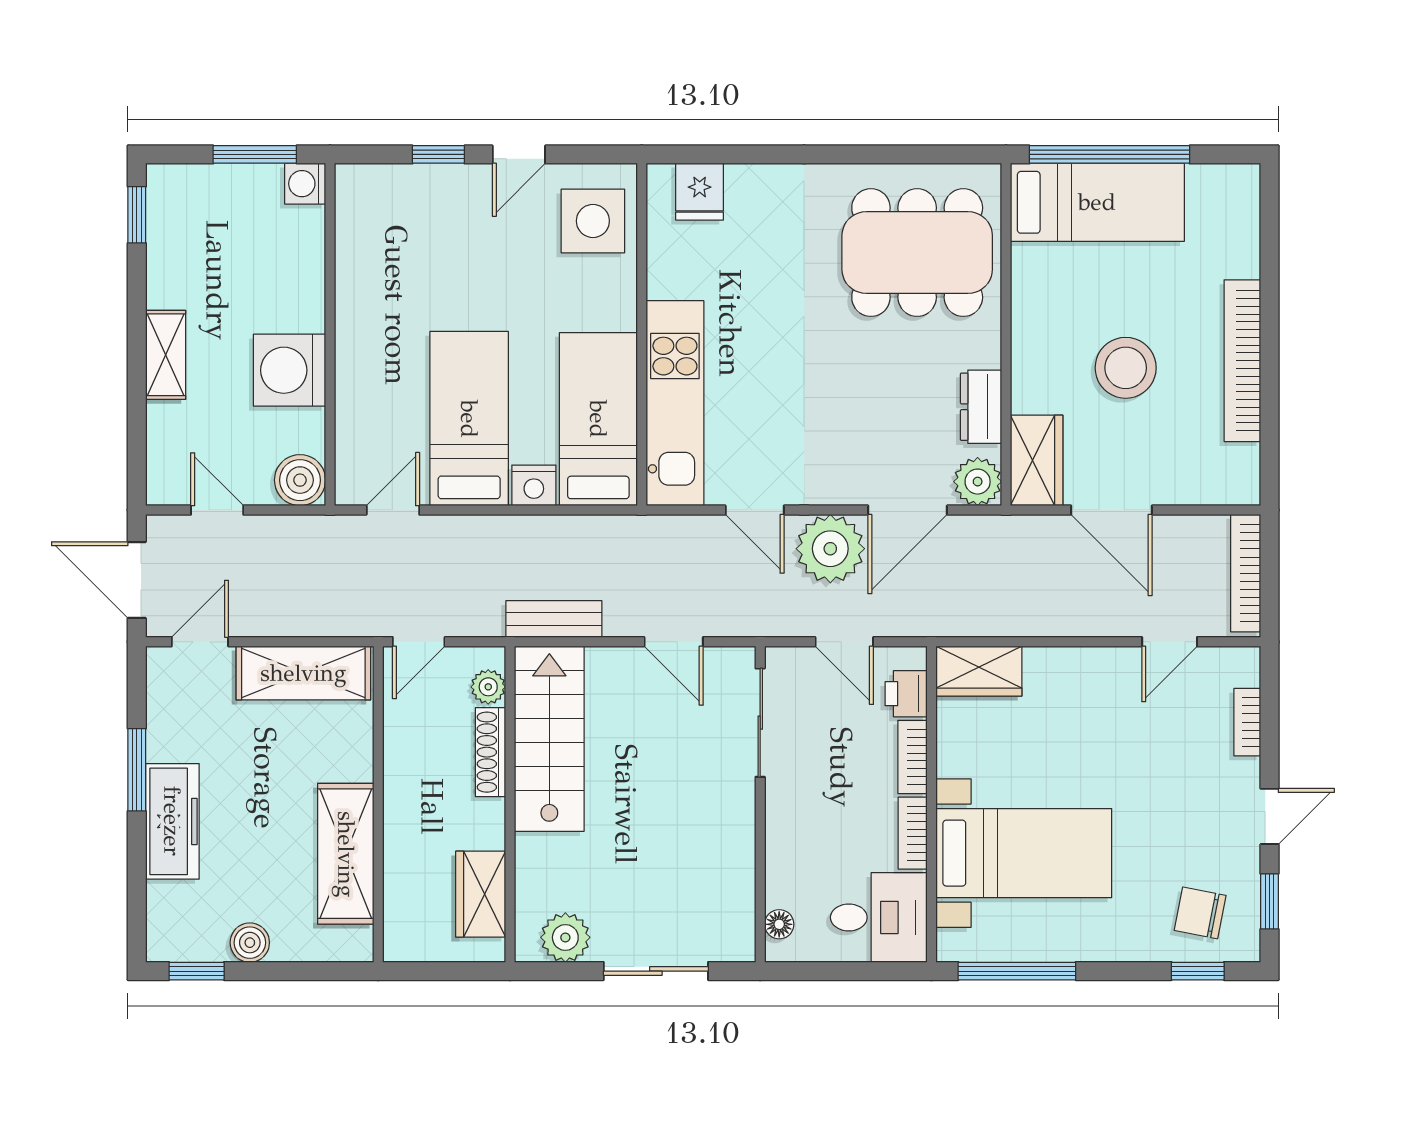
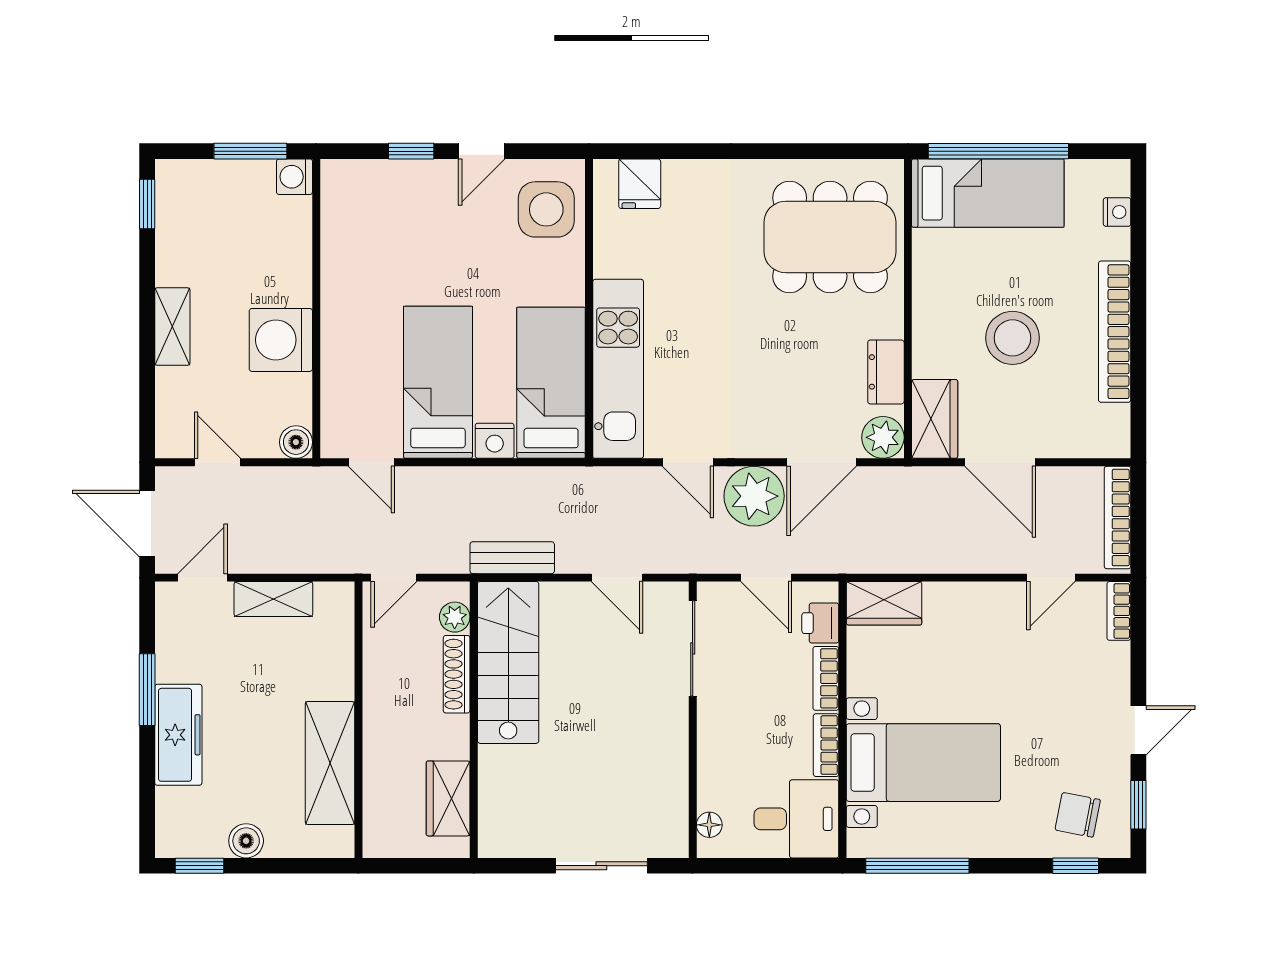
nightstand: (1245, 224) -> (1117, 212), added
boiler: (300, 480) -> (296, 442), width x0.73, depth x0.73
door: (393, 510) -> (371, 462), swing flipped
shelving: (303, 673) -> (273, 599), width x0.67, depth x0.75
bookcase: (1247, 722) -> (1119, 611), moved
plant: (565, 937) -> (522, 836), removed

